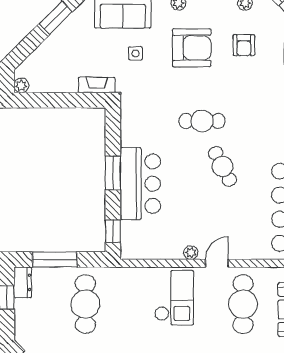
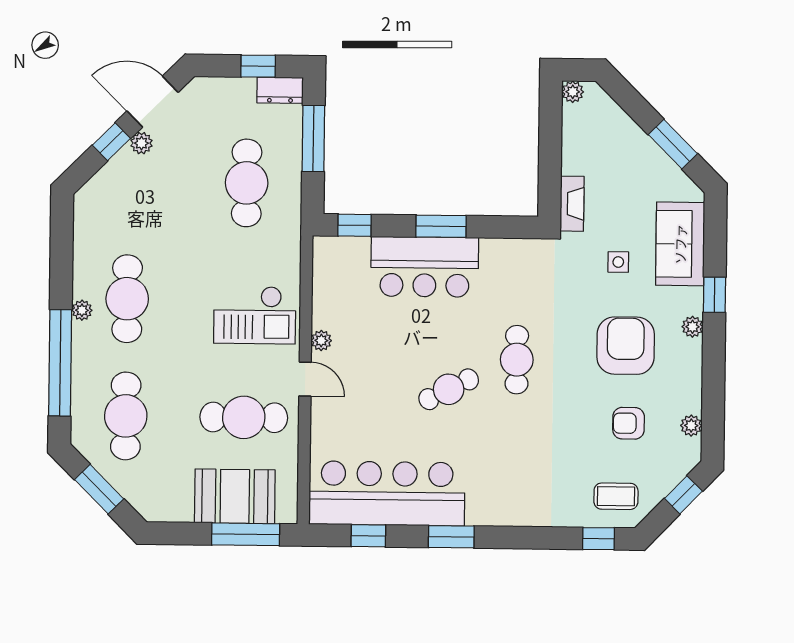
armchair: (192, 48) -> (626, 346), turned 180
cafe table: (85, 304) -> (247, 183), turned 90

